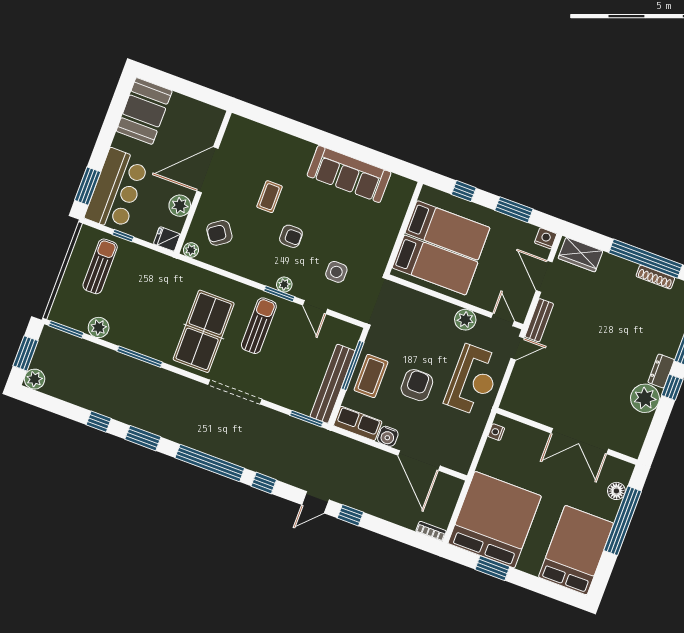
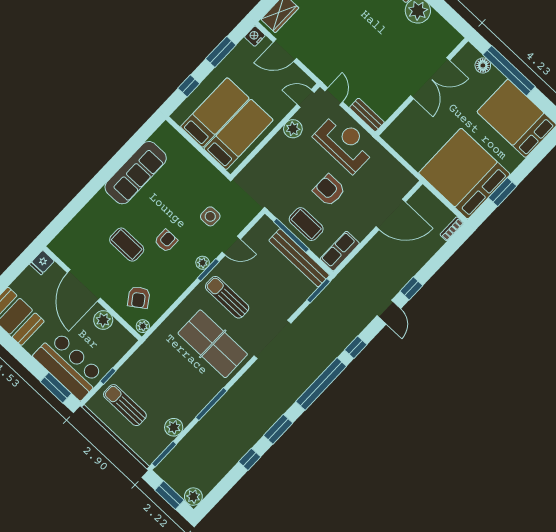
coffee table: (270, 197) -> (127, 245), width x1.36, depth x1.30
fridge: (167, 239) -> (42, 263), moved
bench: (539, 320) -> (367, 115), moved
nightstand: (496, 432) -> (394, 142), removed
water cooler: (388, 436) -> (361, 231), removed

